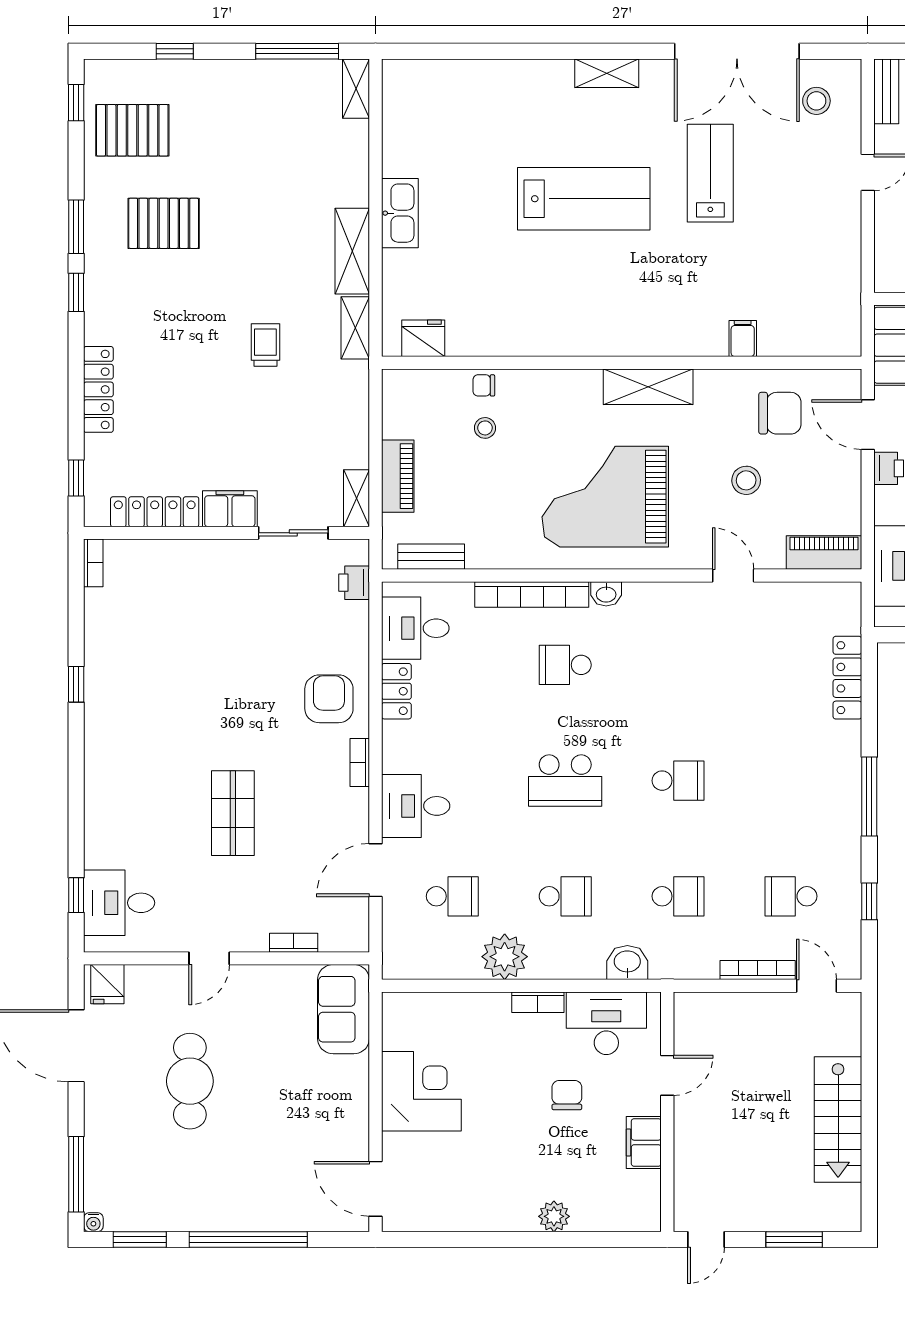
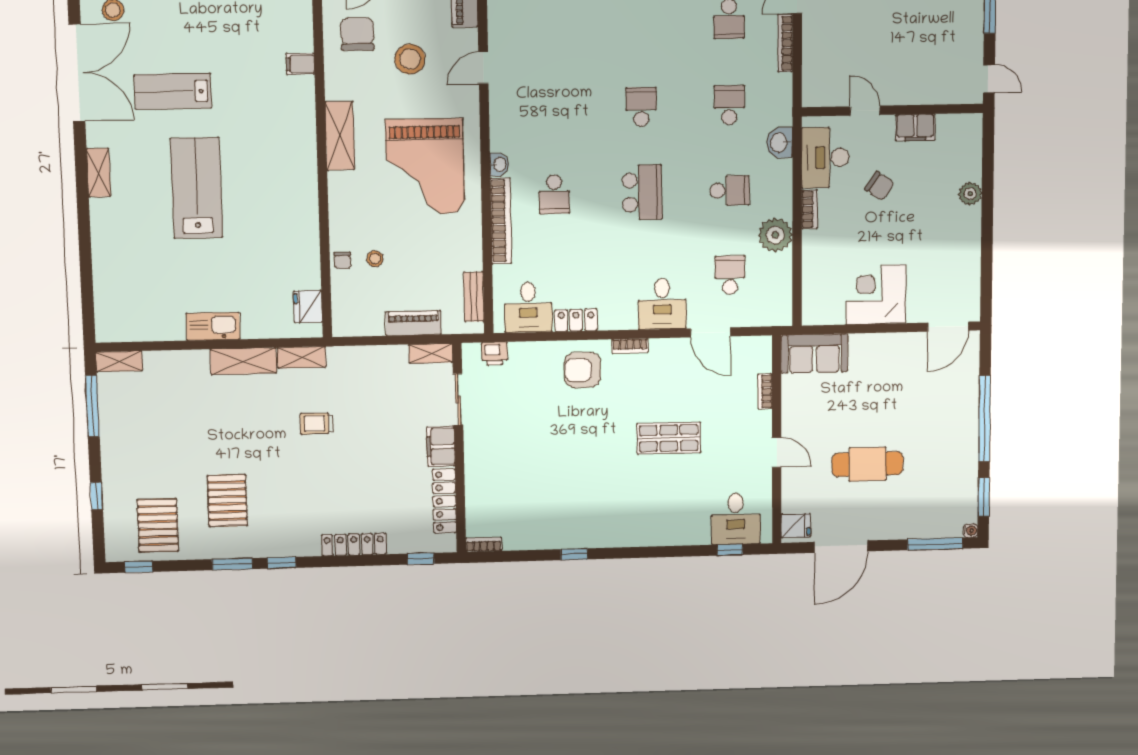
stool: (746, 480) -> (410, 59), width x1.38, depth x1.38
school desk: (565, 896) -> (730, 191), turned 90
chair: (567, 1095) -> (879, 186), turned -146

